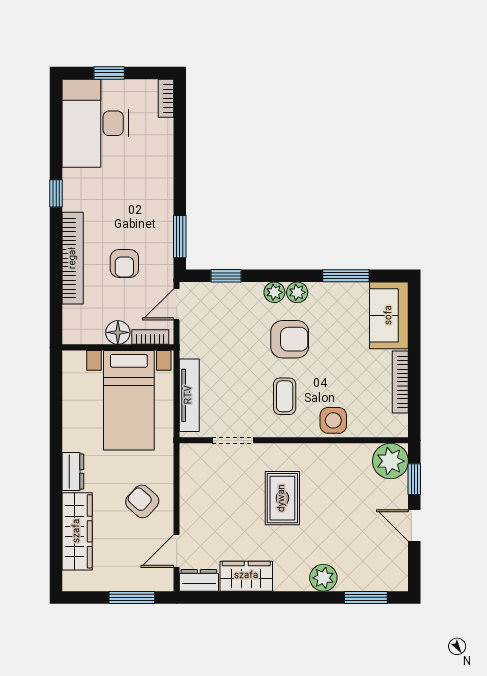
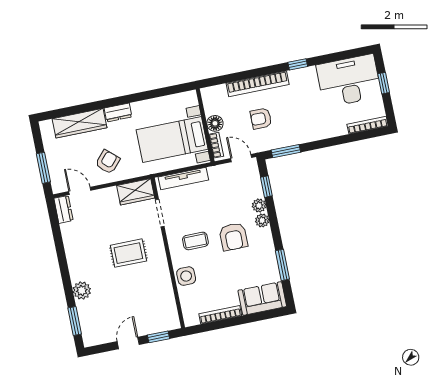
bookcase: (166, 98) -> (368, 125), width x1.56
plant: (297, 292) -> (259, 206), moved
plant: (390, 461) -> (167, 319), removed
wardrobe: (246, 576) -> (136, 192), moved, turned 90

